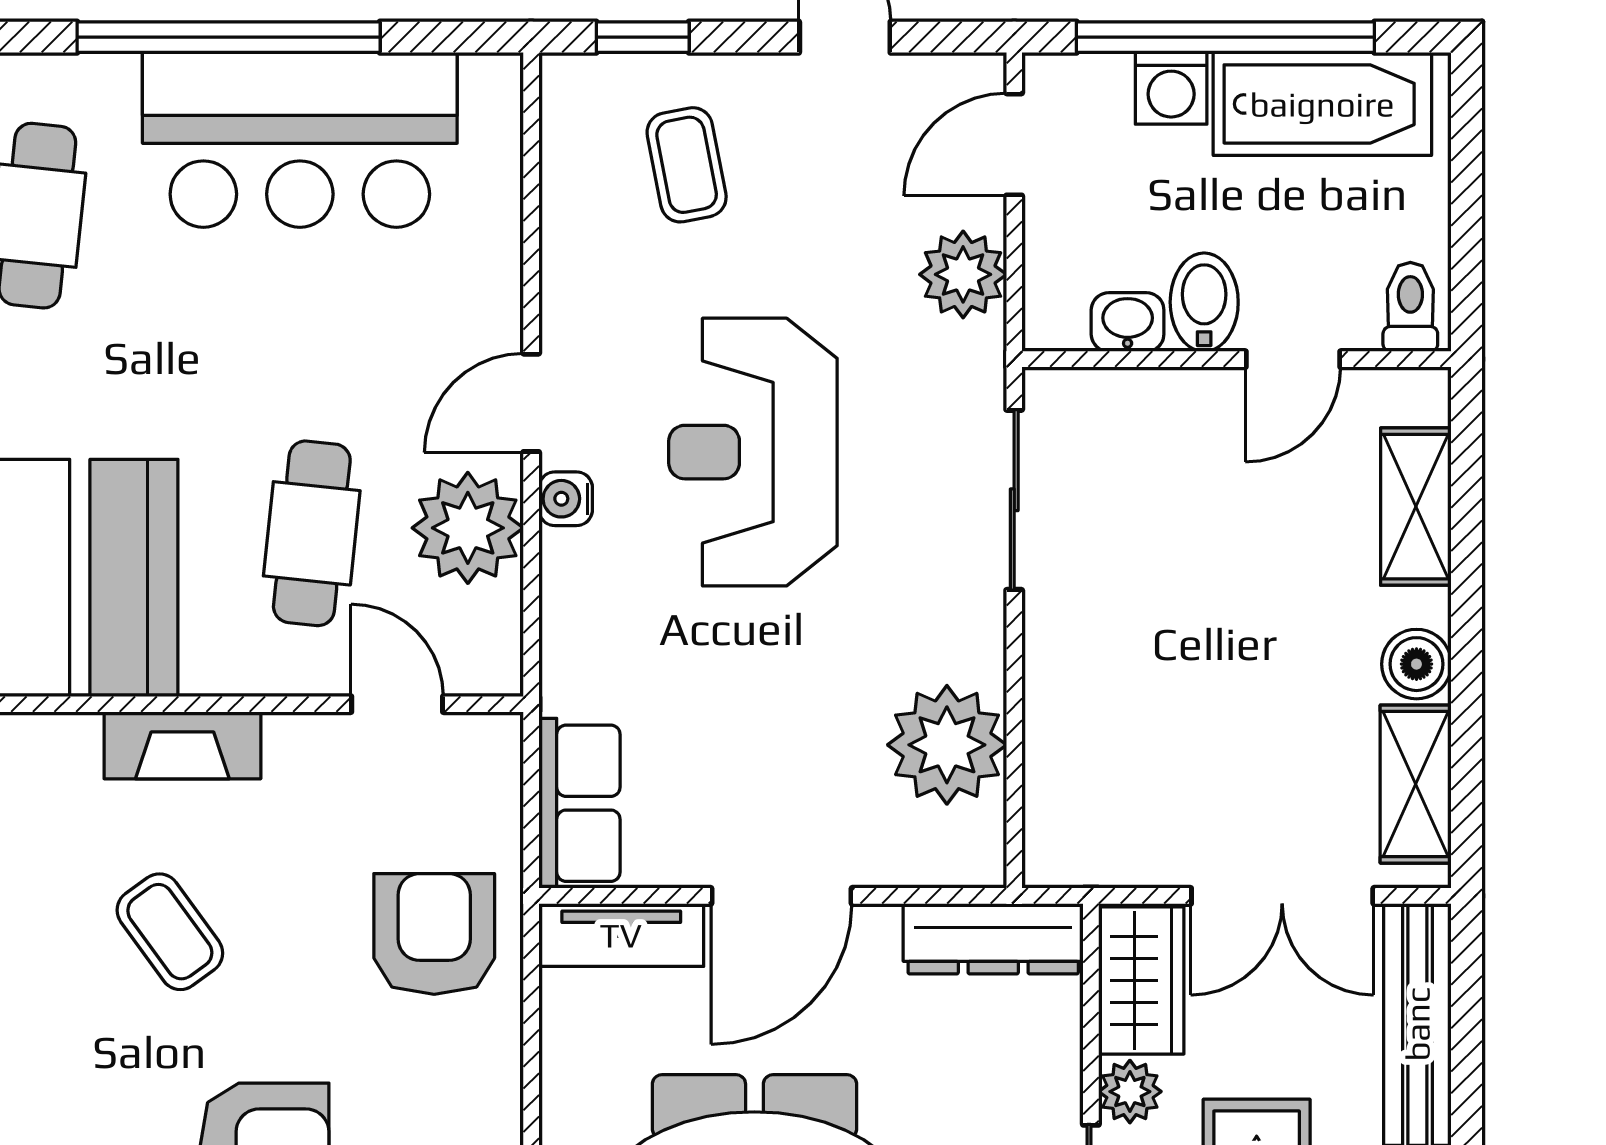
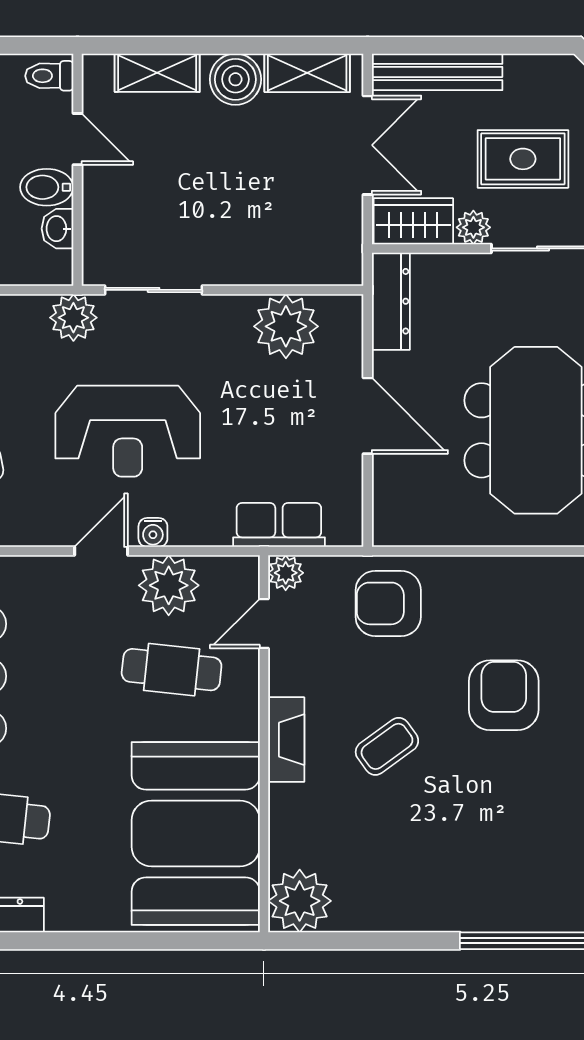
plant: (963, 274) -> (73, 318), moved
door: (531, 403) -> (101, 551), swing flipped
boiler: (1416, 664) -> (235, 79), width x1.36, depth x1.36
plant: (491, 744) -> (286, 573), added
row of seats: (579, 803) -> (279, 525), moved
tv unit: (621, 935) -> (389, 502), removed

